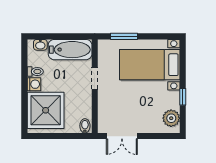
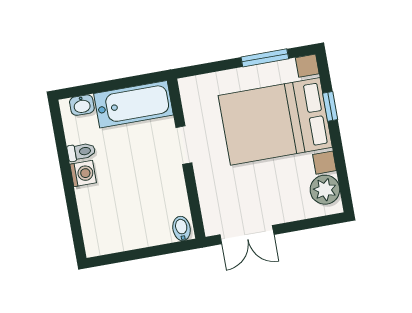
window: (124, 36) -> (265, 58), moved
bed with nightstands: (150, 65) -> (275, 121), width x1.36
window: (183, 97) -> (330, 106), moved
shower: (46, 110) -> (110, 214), removed

